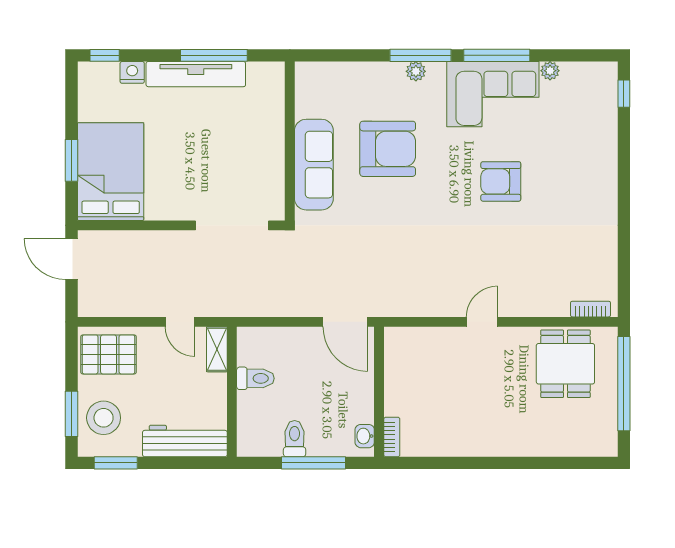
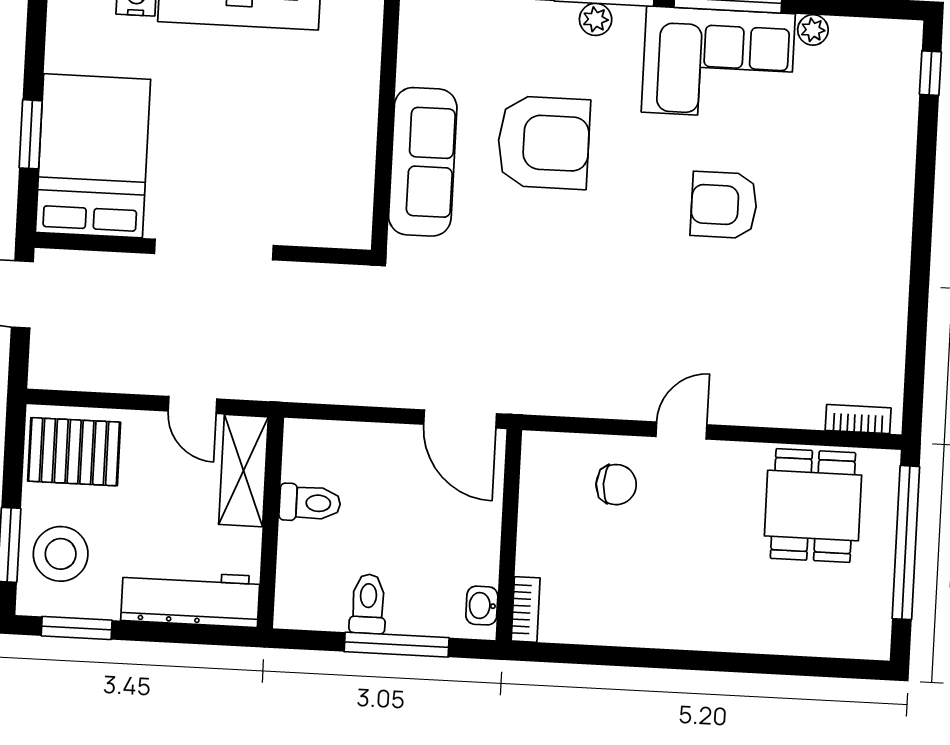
doorway: (232, 225) -> (214, 250), moved
shelving: (217, 349) -> (243, 471), width x1.50, depth x1.33
chair: (444, 357) -> (616, 485), added

